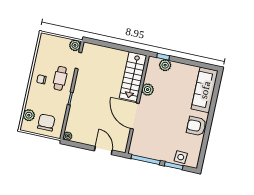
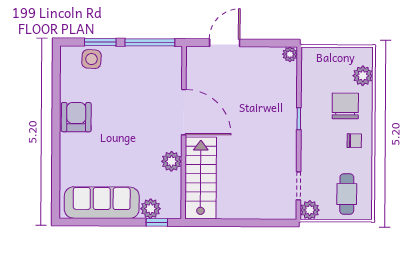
cafe table: (60, 78) -> (347, 194), moved
sofa: (205, 90) -> (102, 203), moved, turned -90
chair: (46, 123) -> (345, 106), moved, turned 180
armchair: (196, 126) -> (76, 117), turned -90
door: (103, 150) -> (225, 43), swing flipped

